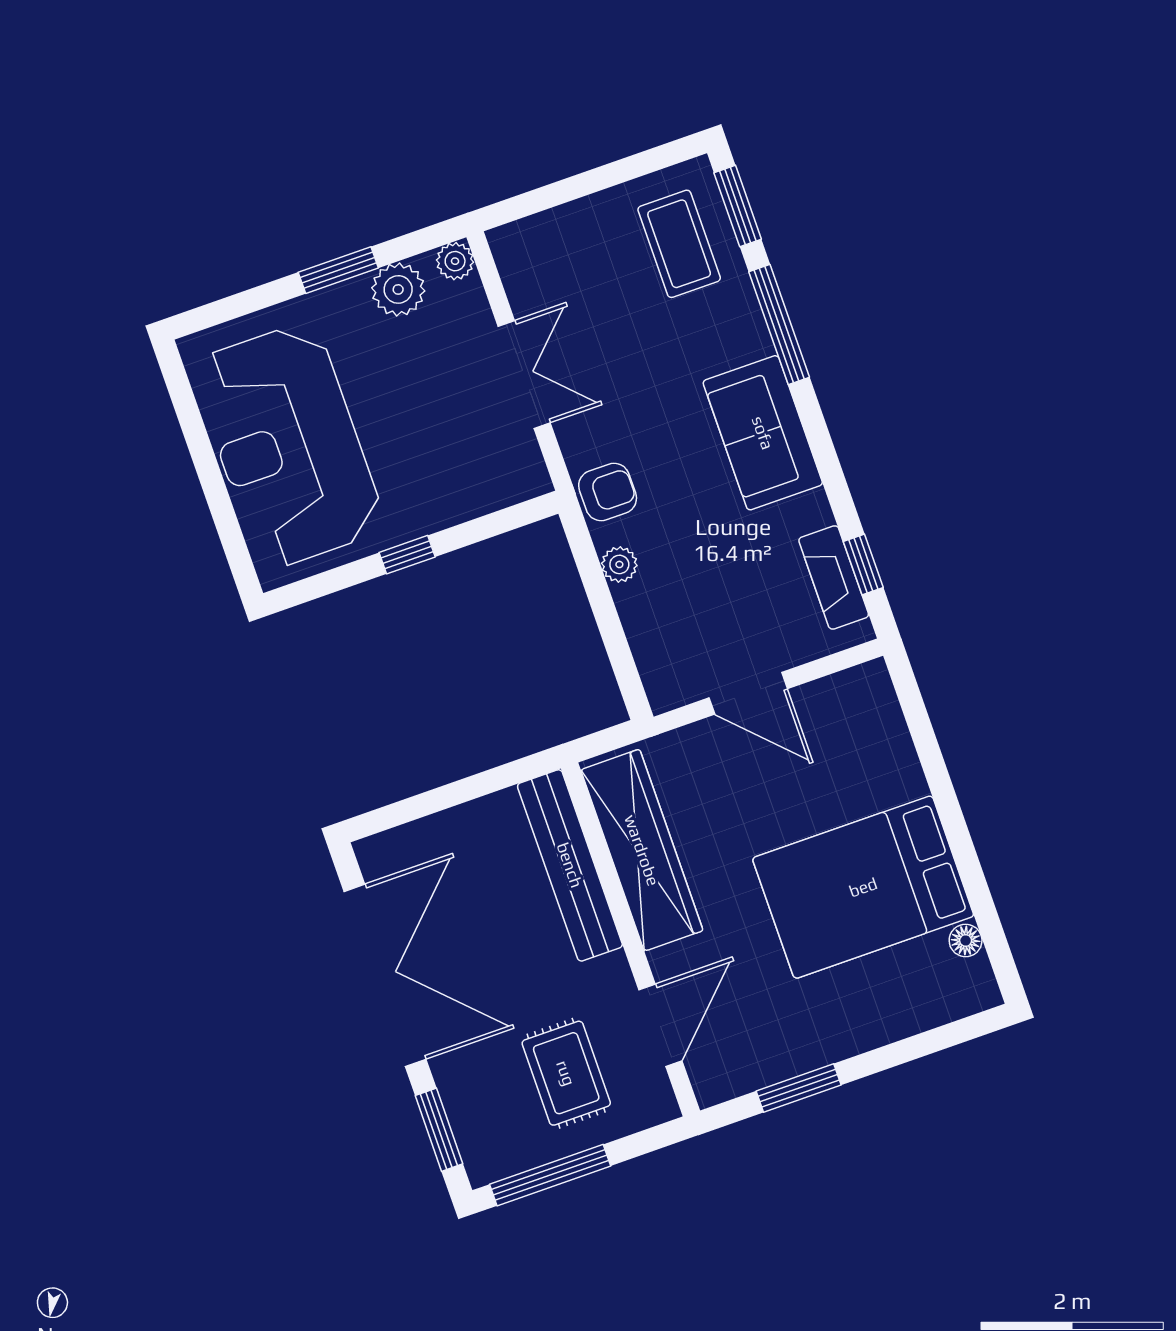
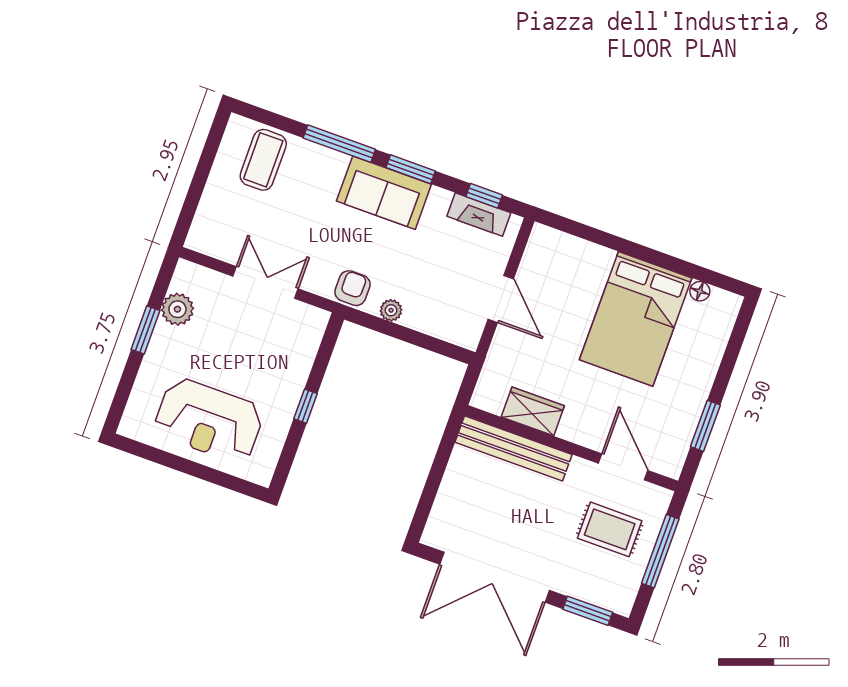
window: (738, 206) -> (411, 169), moved
coffee table: (679, 244) -> (263, 160), turned 90
plant: (455, 261) -> (186, 272), removed
reception desk: (288, 446) -> (209, 420), width x0.74, depth x0.77
door: (748, 693) -> (501, 299), hinge flipped
wardrobe: (642, 850) -> (533, 411), width x0.48, depth x0.85
double door: (385, 975) -> (495, 577), swing flipped
window: (550, 1175) -> (660, 551), moved

